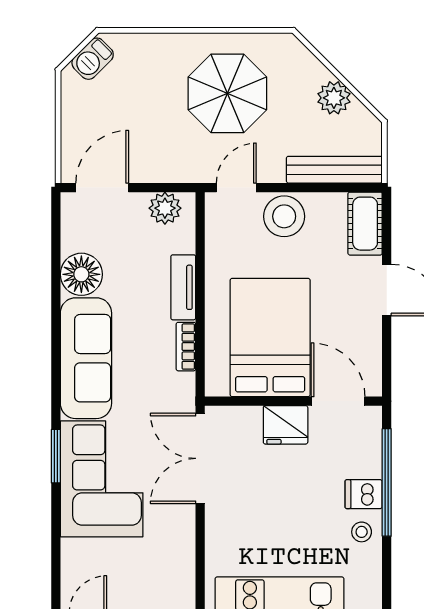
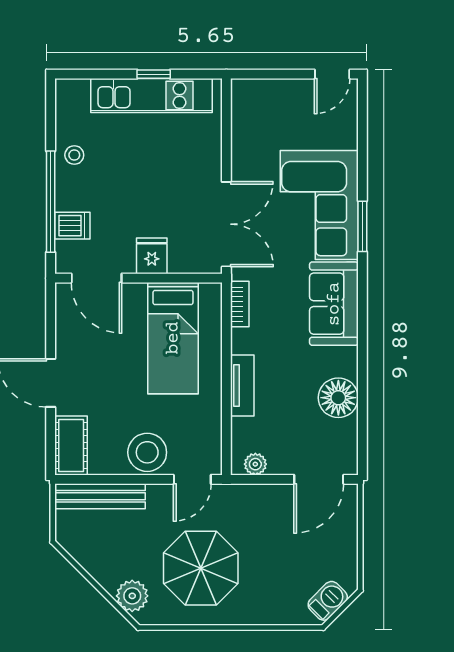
plant: (334, 98) -> (132, 596), moved
plant: (165, 208) -> (255, 464), width x0.73, depth x0.73
bed: (270, 337) -> (173, 338), width x0.67
bookcase: (186, 347) -> (240, 304), moved
sofa: (86, 358) -> (334, 304), width x0.73
fridge: (286, 425) -> (152, 256), width x0.72
dishwasher: (364, 494) -> (72, 226), moved

